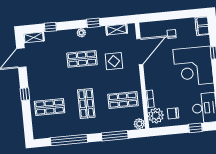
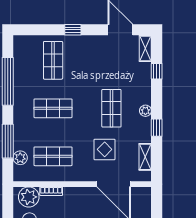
shop shelf: (123, 100) -> (53, 156), turned 90
plant: (139, 124) -> (20, 158), moved

